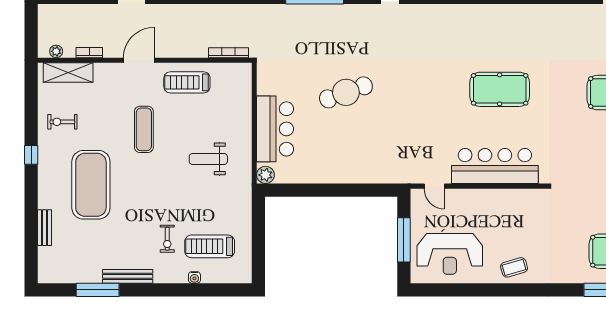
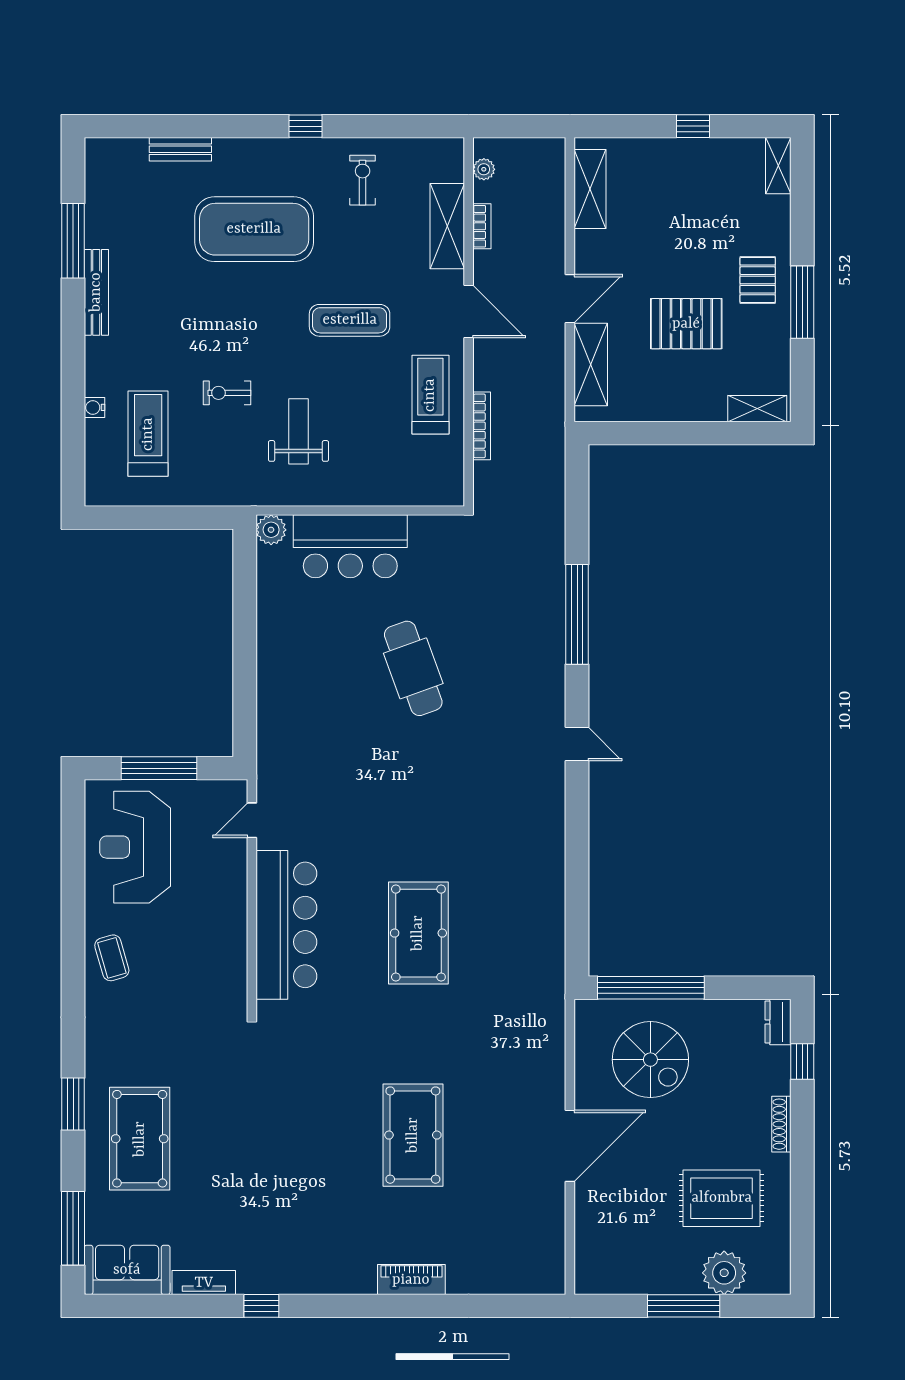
bookcase: (228, 53) -> (482, 426), moved
shelving: (68, 73) -> (447, 226), moved
exercise bike: (167, 239) -> (227, 393), moved

